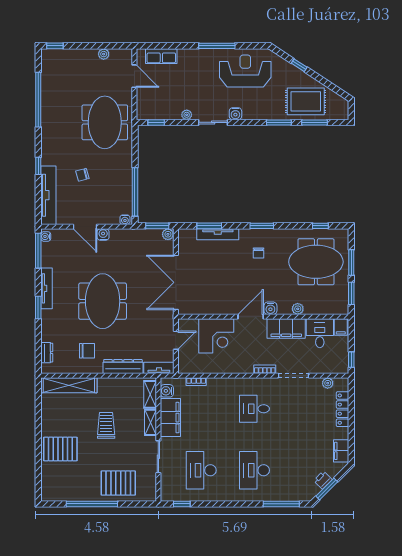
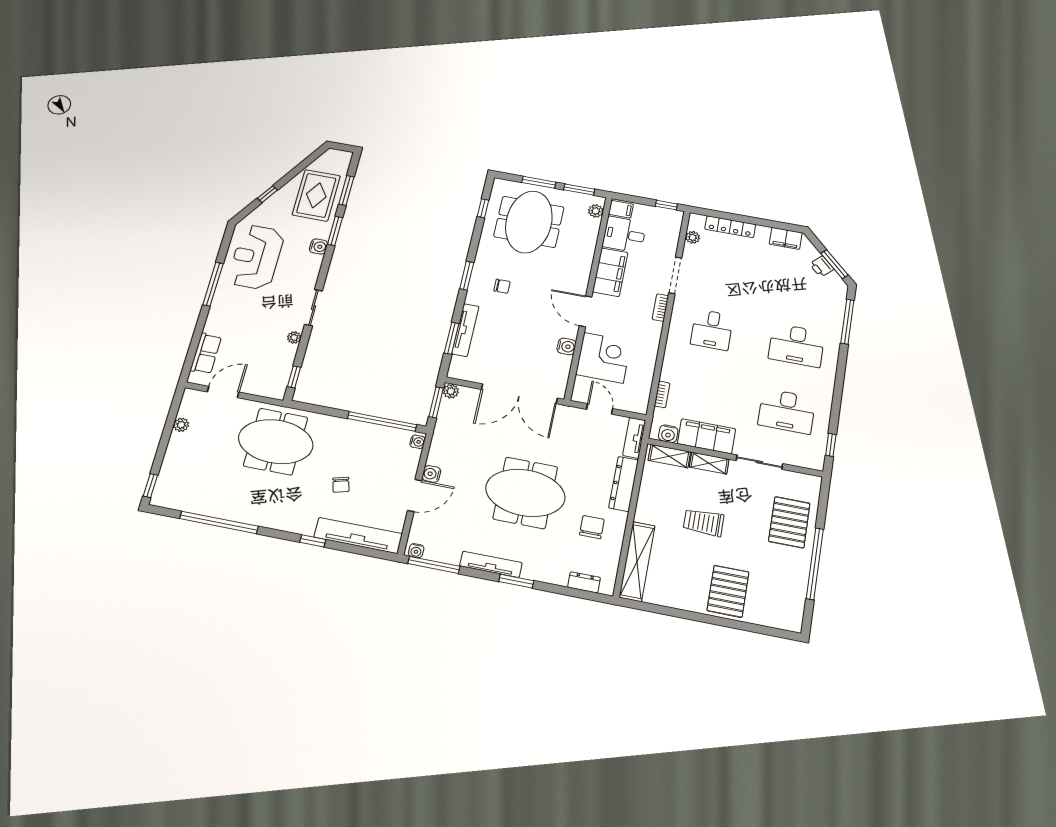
water cooler: (235, 114) -> (319, 247), moved
water cooler: (270, 308) -> (567, 346), moved
plant: (298, 309) -> (596, 211), moved

